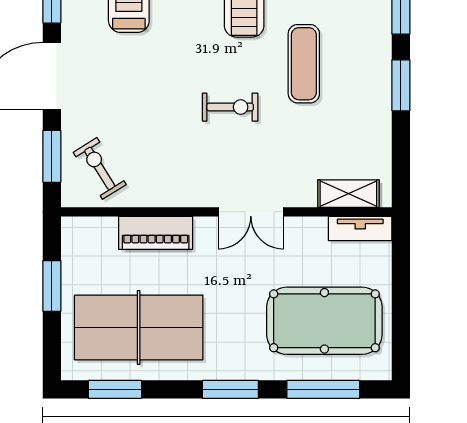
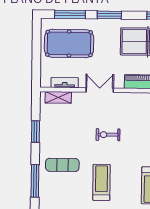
exercise mat: (304, 64) -> (62, 165), moved, turned 90
window: (401, 85) -> (36, 132), moved
tv unit: (360, 228) -> (65, 83), moved

